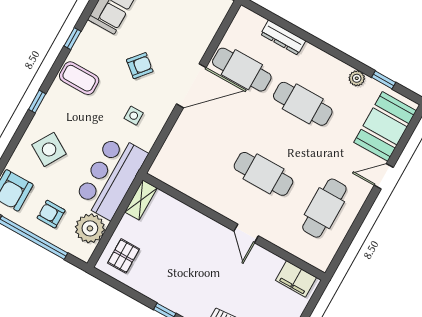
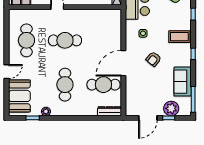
dresser: (283, 37) -> (110, 111), moved
cafe table: (303, 104) -> (65, 85), turned 90

